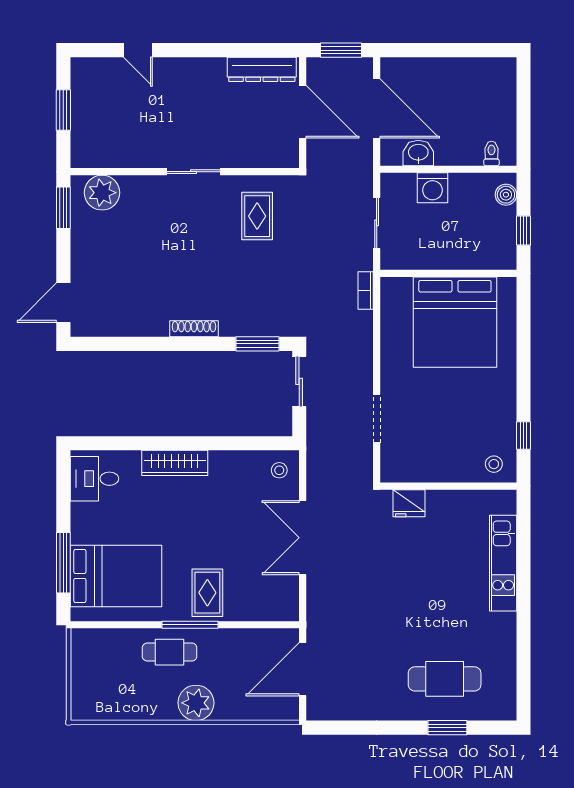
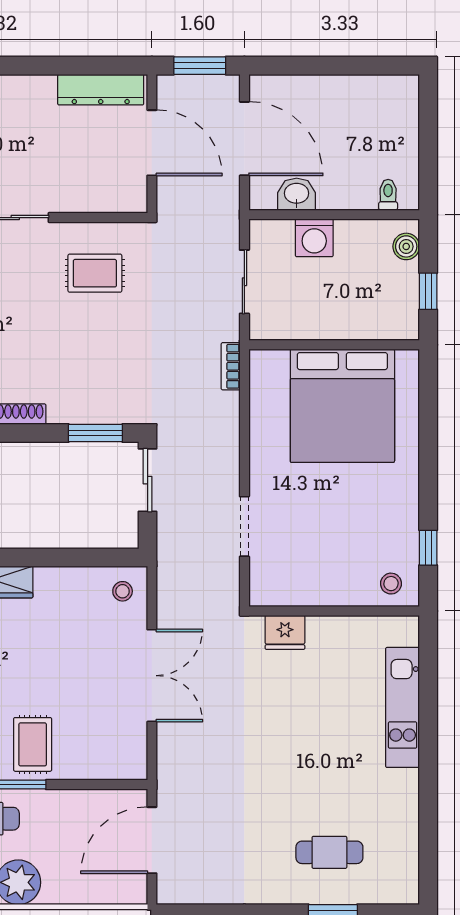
rug: (257, 216) -> (95, 273), turned 90
double door: (303, 538) -> (152, 676), swing flipped
cafe table: (445, 679) -> (329, 852), width x0.73, depth x0.74

